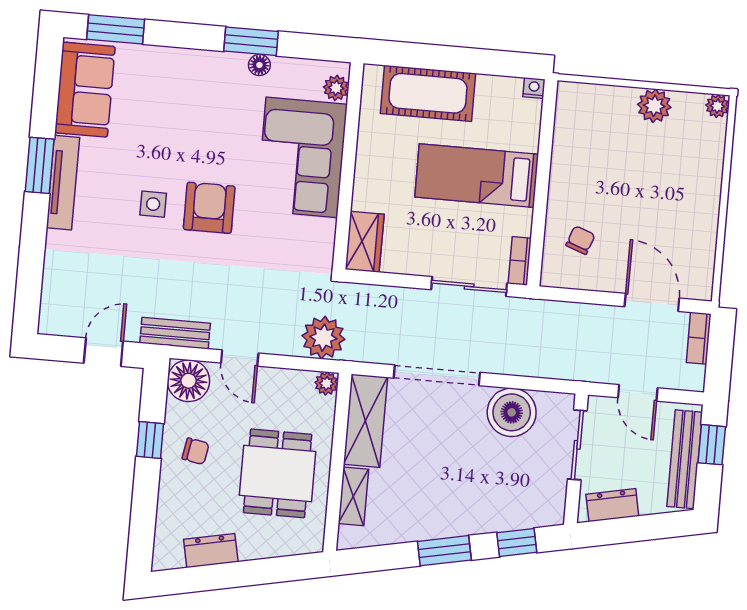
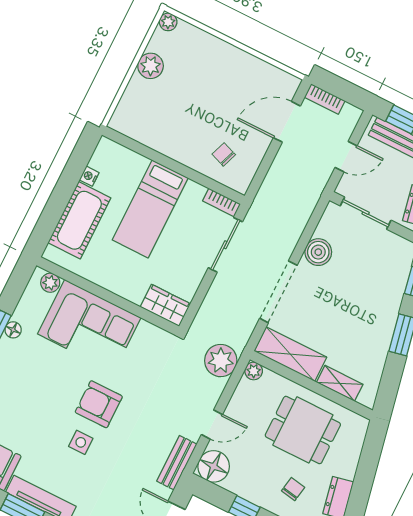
nightstand: (534, 88) -> (89, 176), moved
boiler: (512, 412) -> (318, 252), width x0.73, depth x0.73
chair: (196, 451) -> (293, 489), moved

